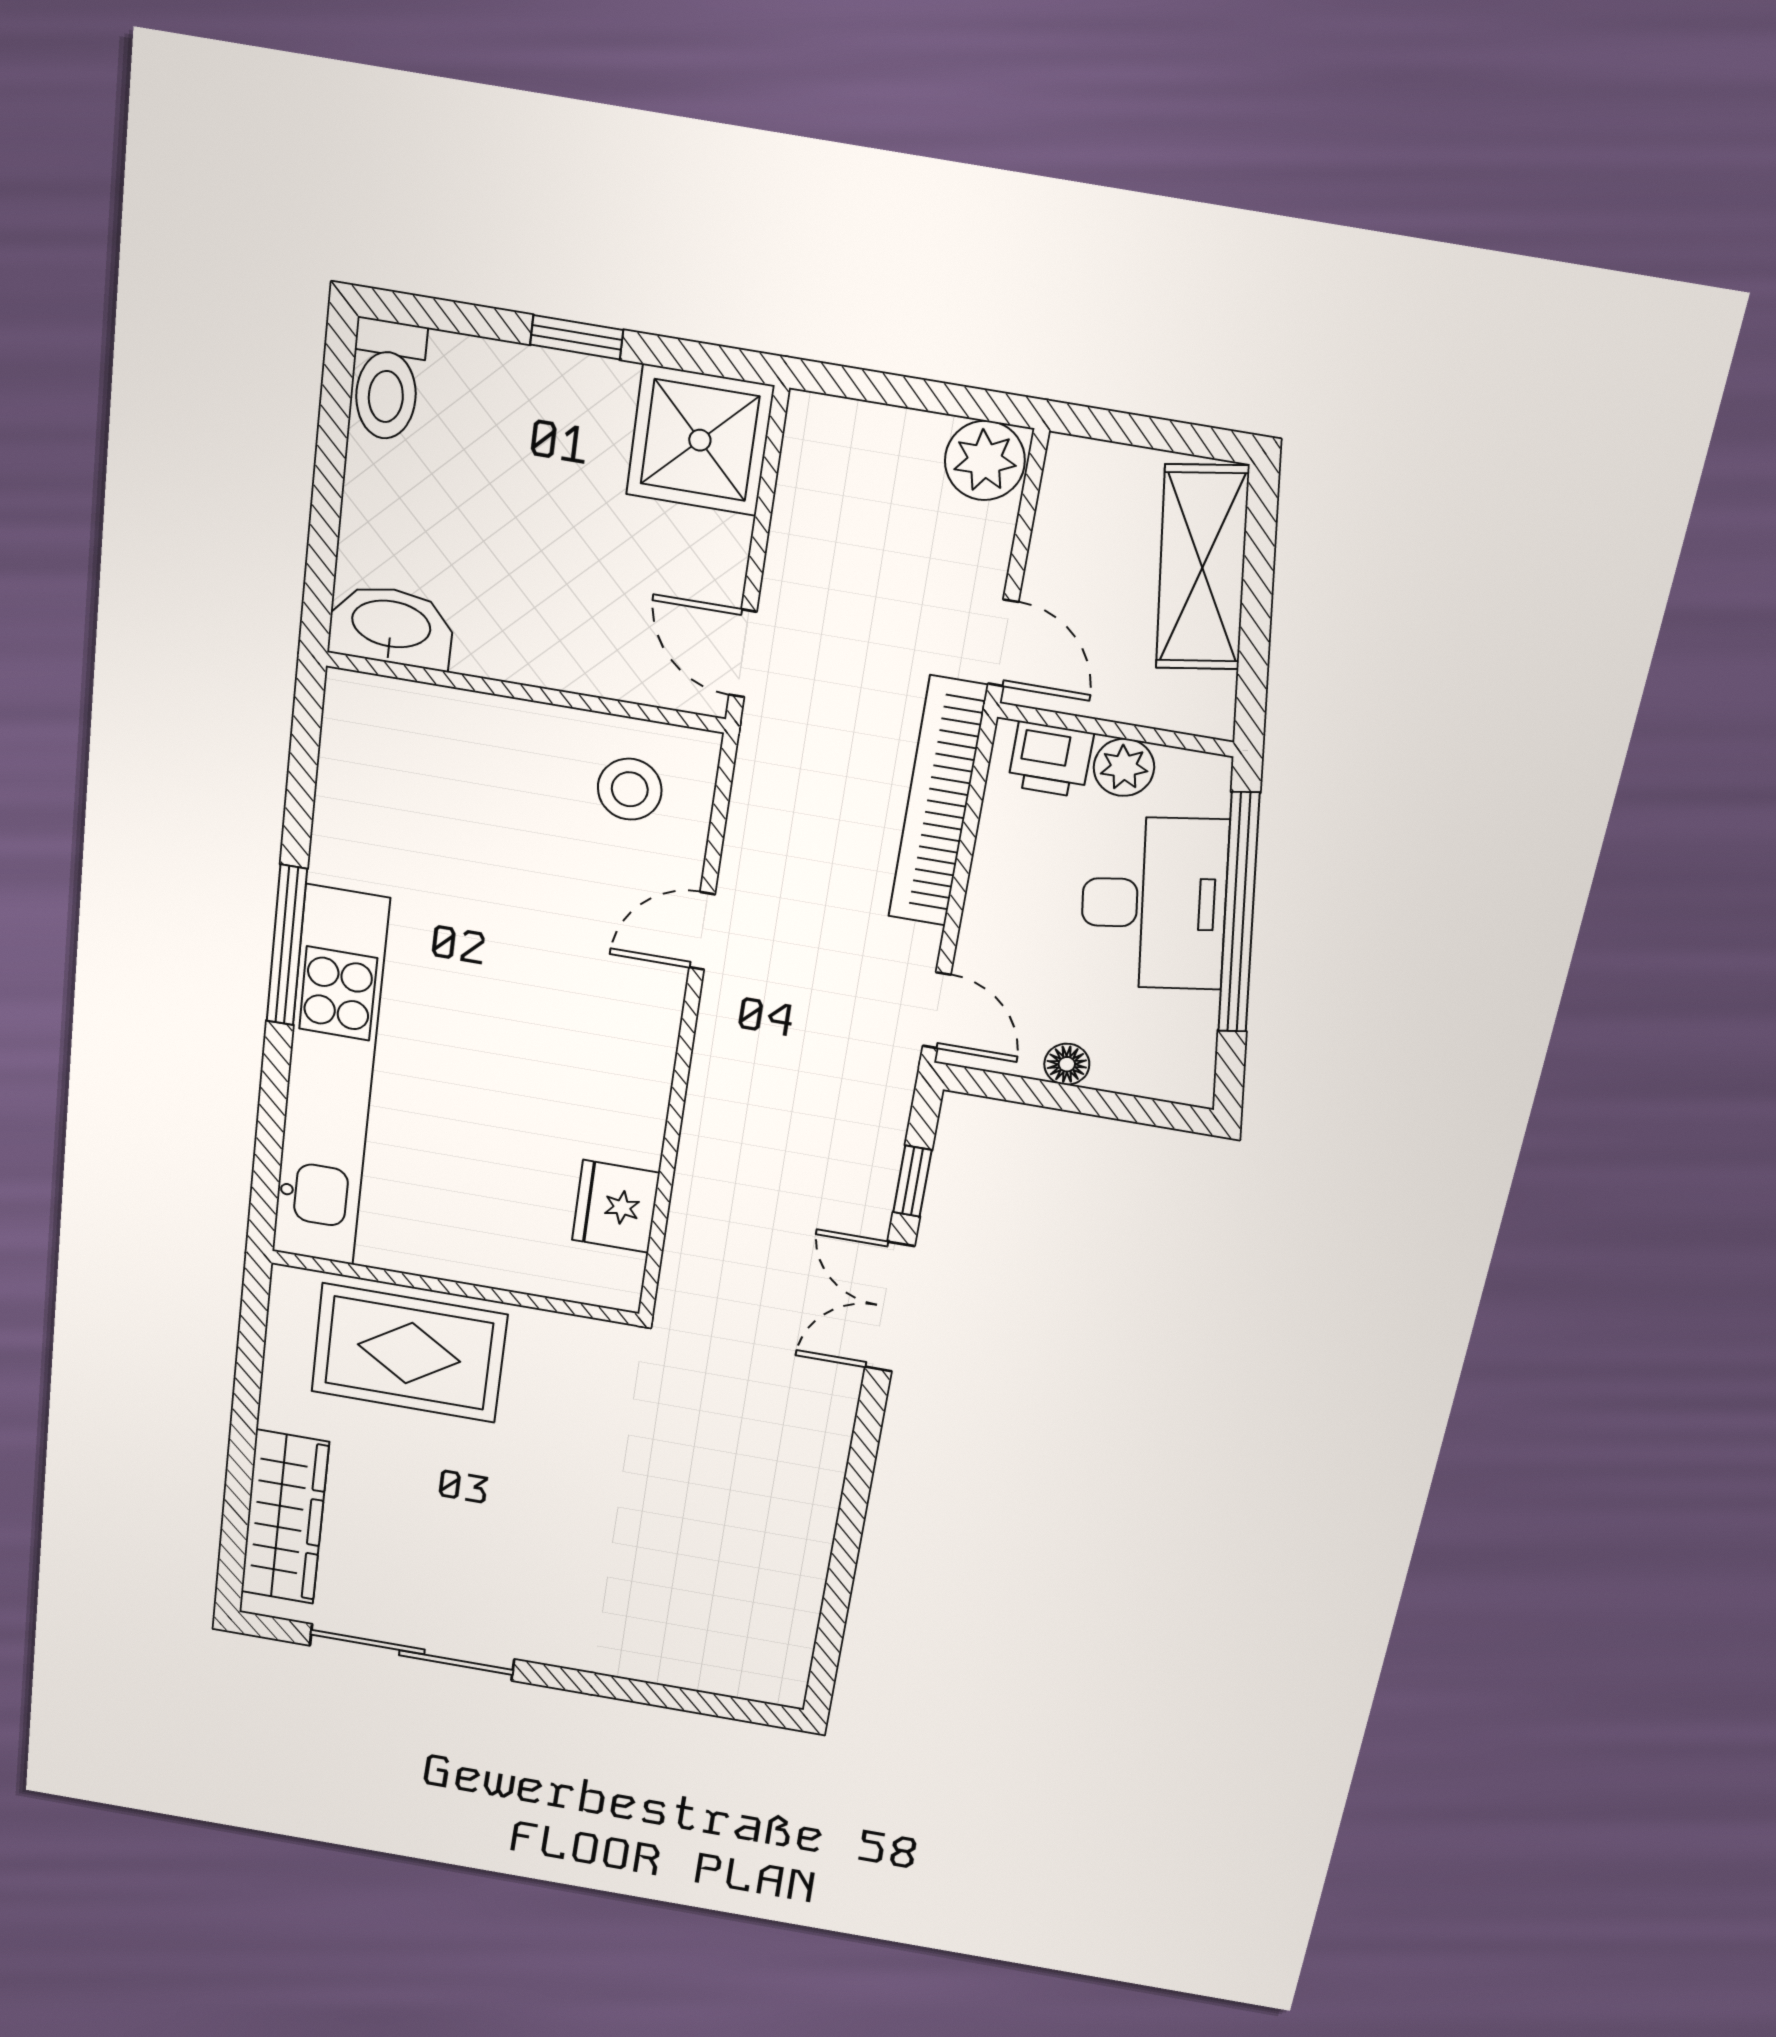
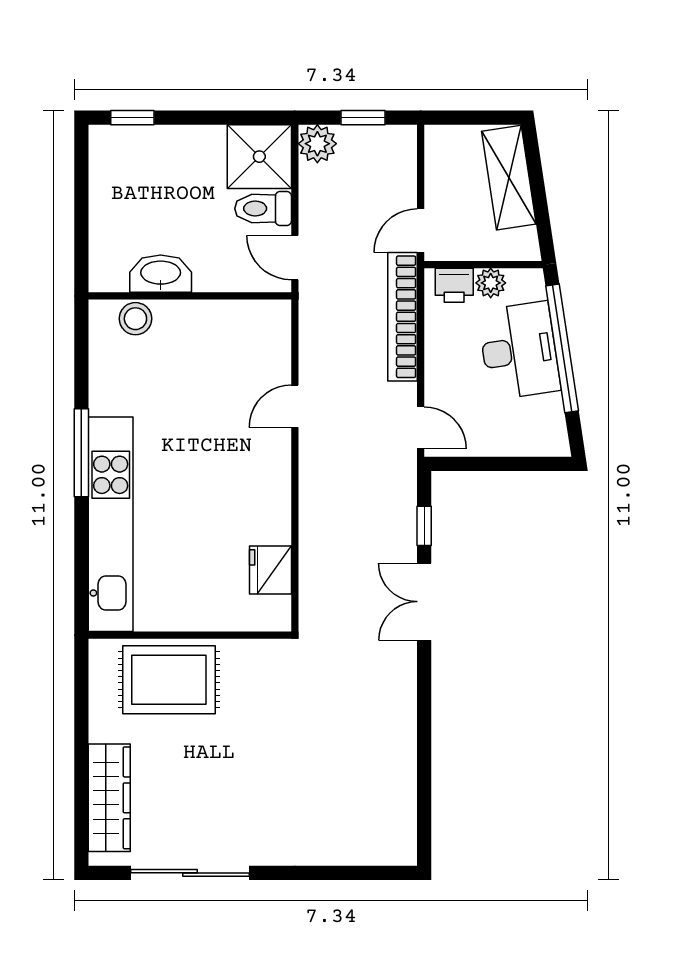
window: (577, 337) -> (132, 118), moved
toilet: (387, 380) -> (263, 209), moved, turned 90
window: (925, 395) -> (363, 118), added
plant: (985, 461) -> (317, 144), moved
washbasin: (391, 626) -> (161, 274), moved
door: (1003, 643) -> (421, 231), swing flipped
stool: (630, 789) -> (135, 319), moved
floor lamp: (1067, 1064) -> (492, 445), removed

